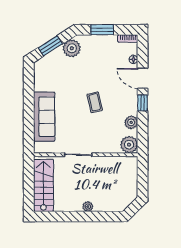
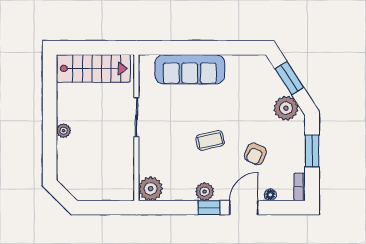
armchair: (104, 70) -> (255, 154), added
plant: (131, 122) -> (205, 192), moved

